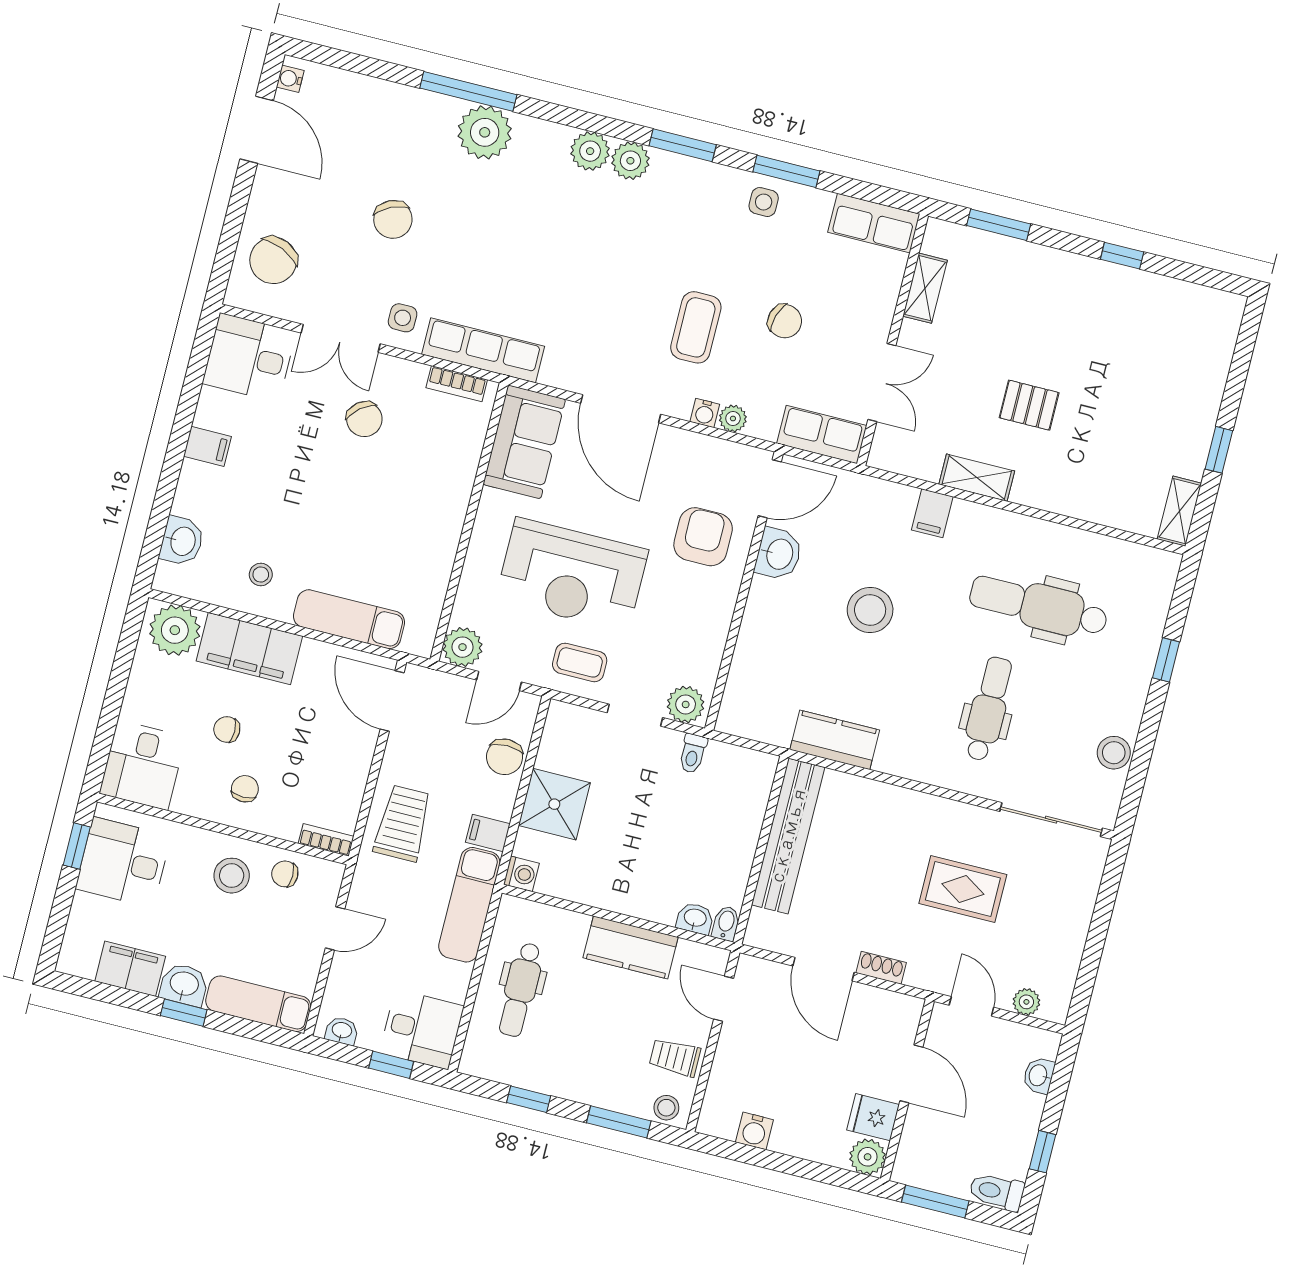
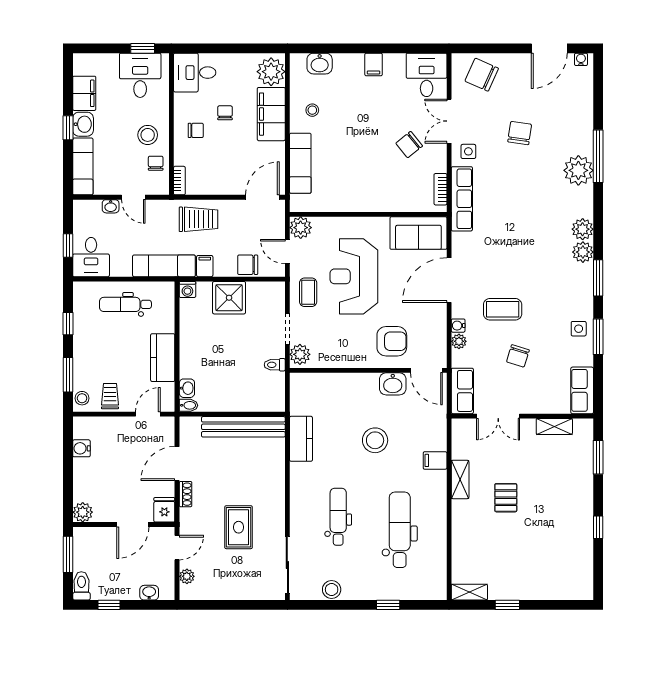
chair: (393, 219) -> (520, 133), turned 123
dental chair: (988, 709) -> (338, 517), turned -90
washbasin: (342, 1031) -> (111, 206), moved, turned 90
fridge: (873, 1117) -> (164, 510), moved

